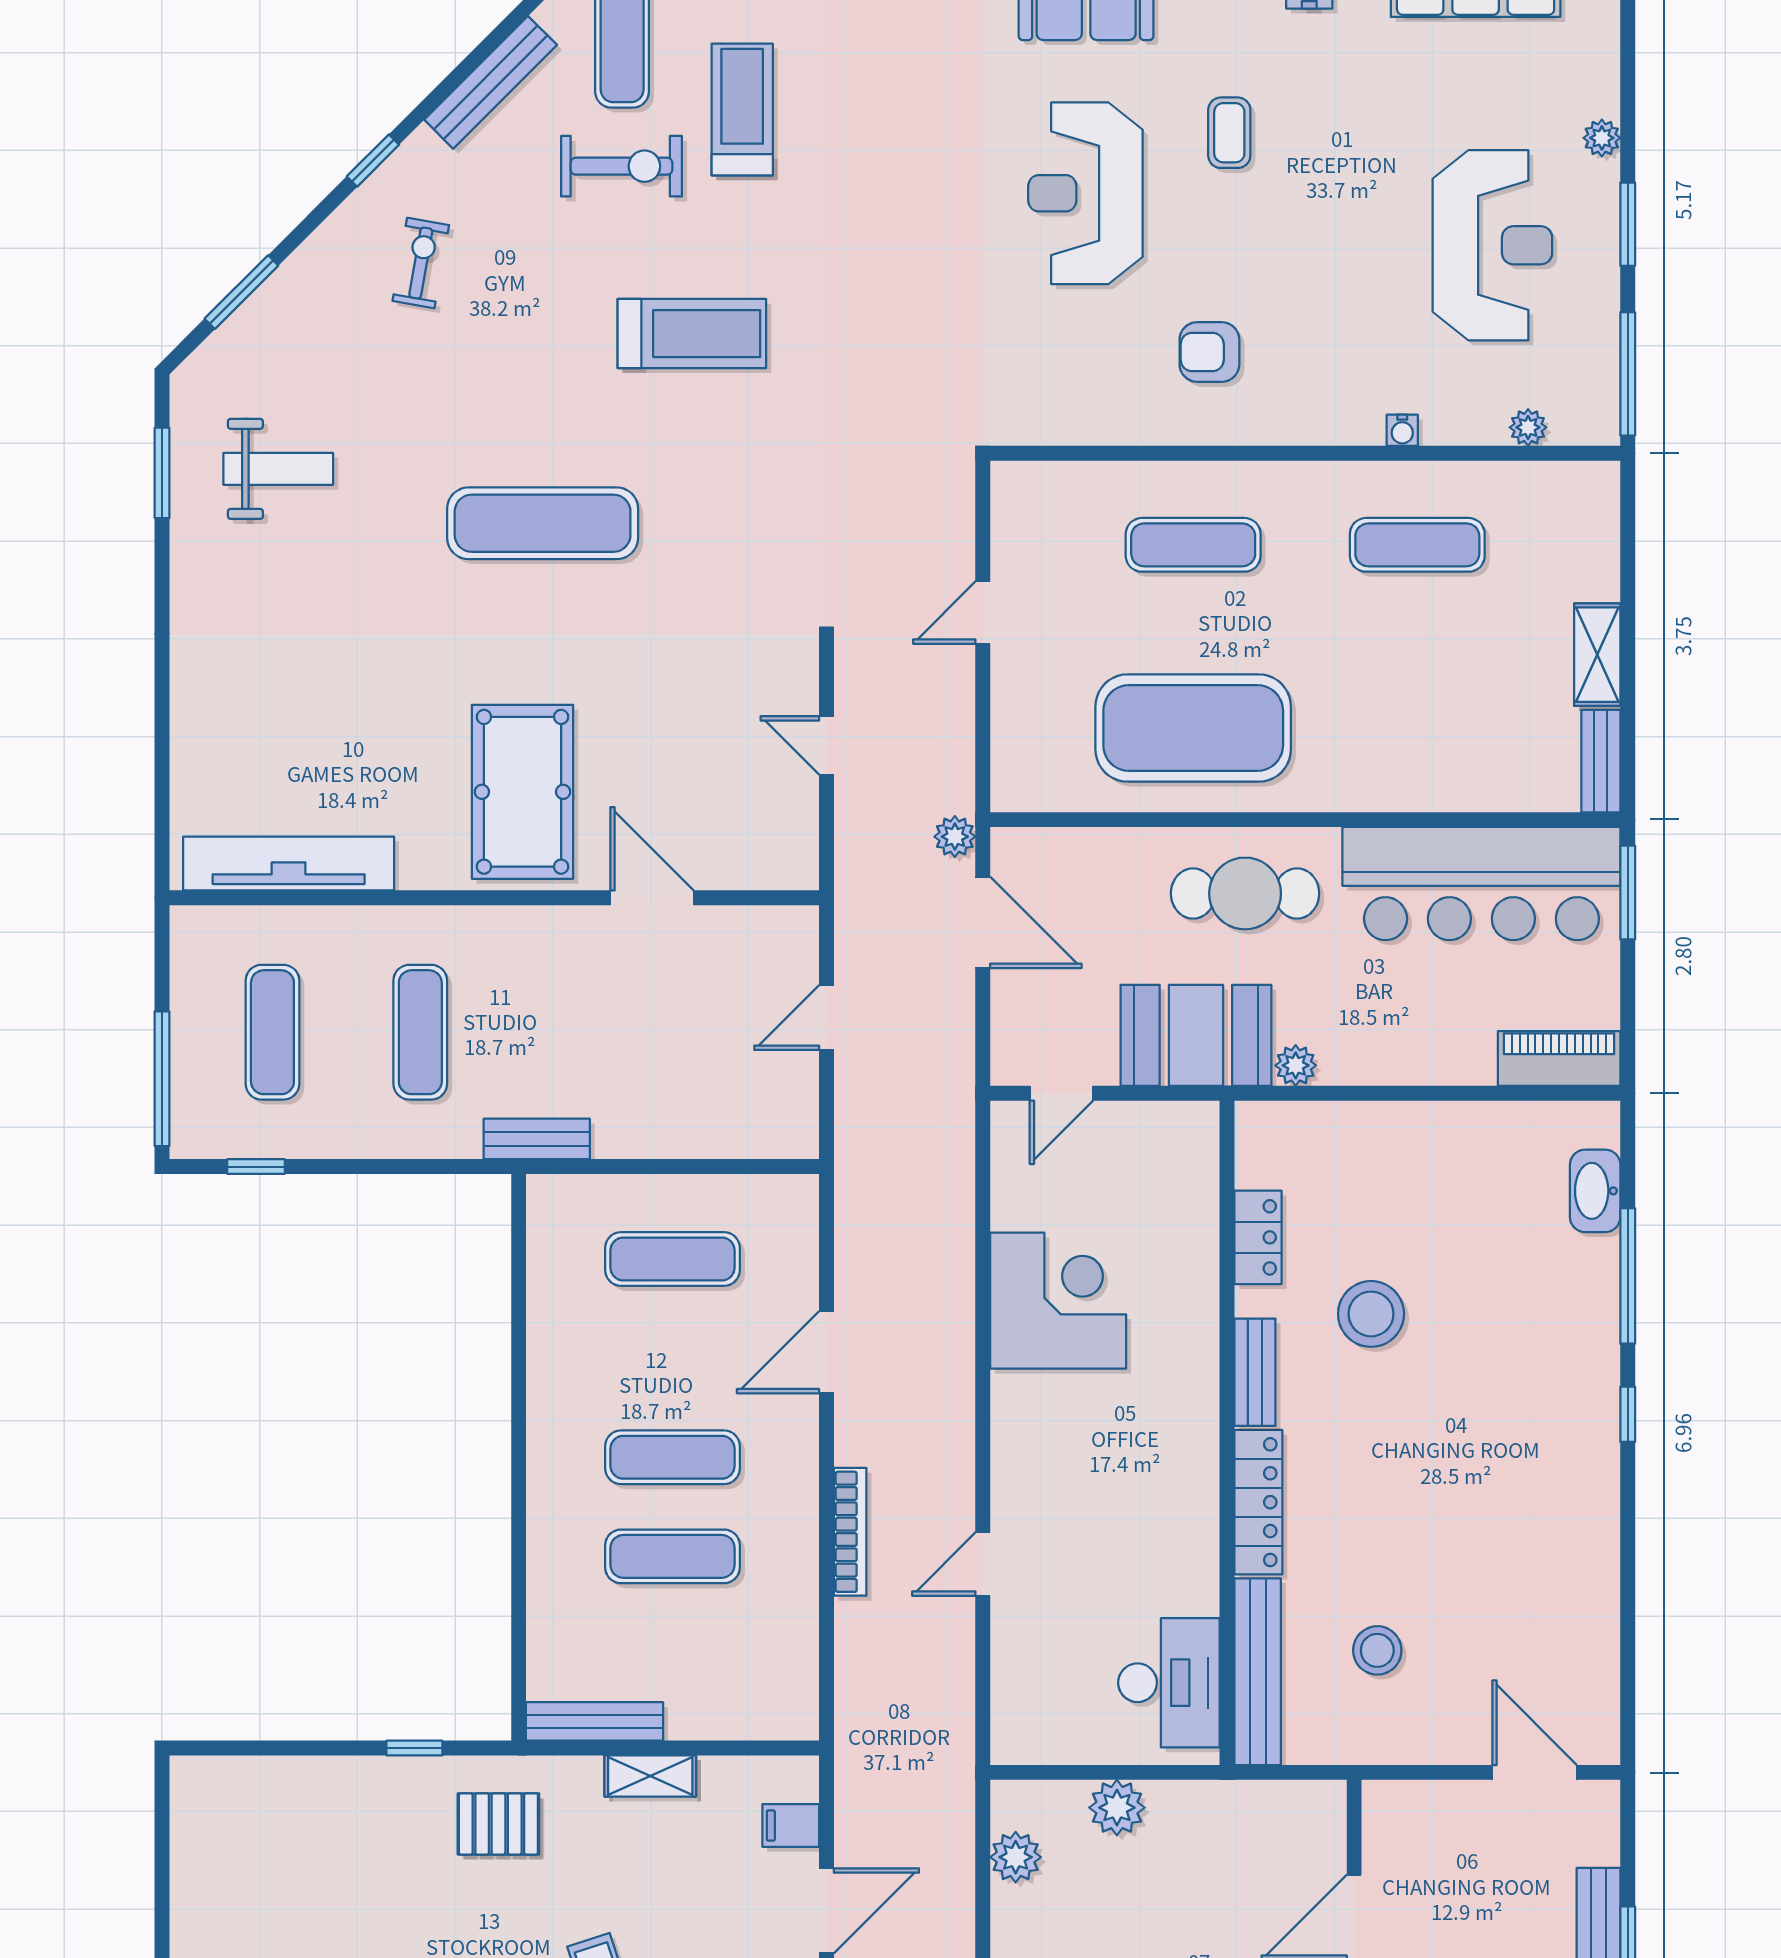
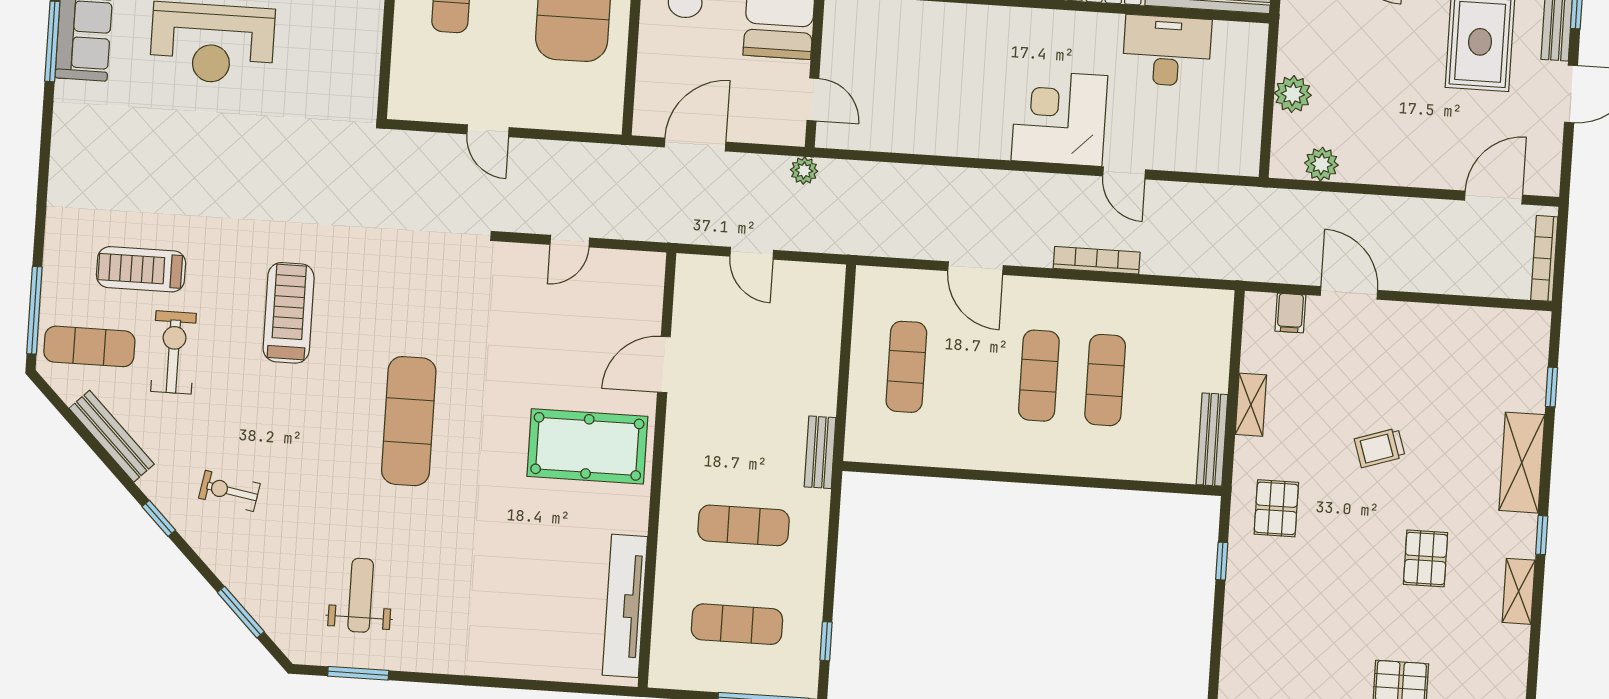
plant: (955, 837) -> (804, 171), moved
corner desk: (1058, 1301) -> (1059, 118), moved
desk: (1169, 1683) -> (1167, 51), moved

